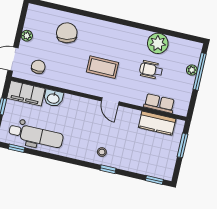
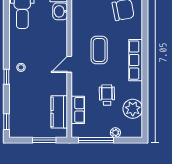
row of seats: (122, 32) -> (136, 60), added
plant: (158, 43) -> (133, 109), moved
window: (200, 72) -> (96, 140), moved

